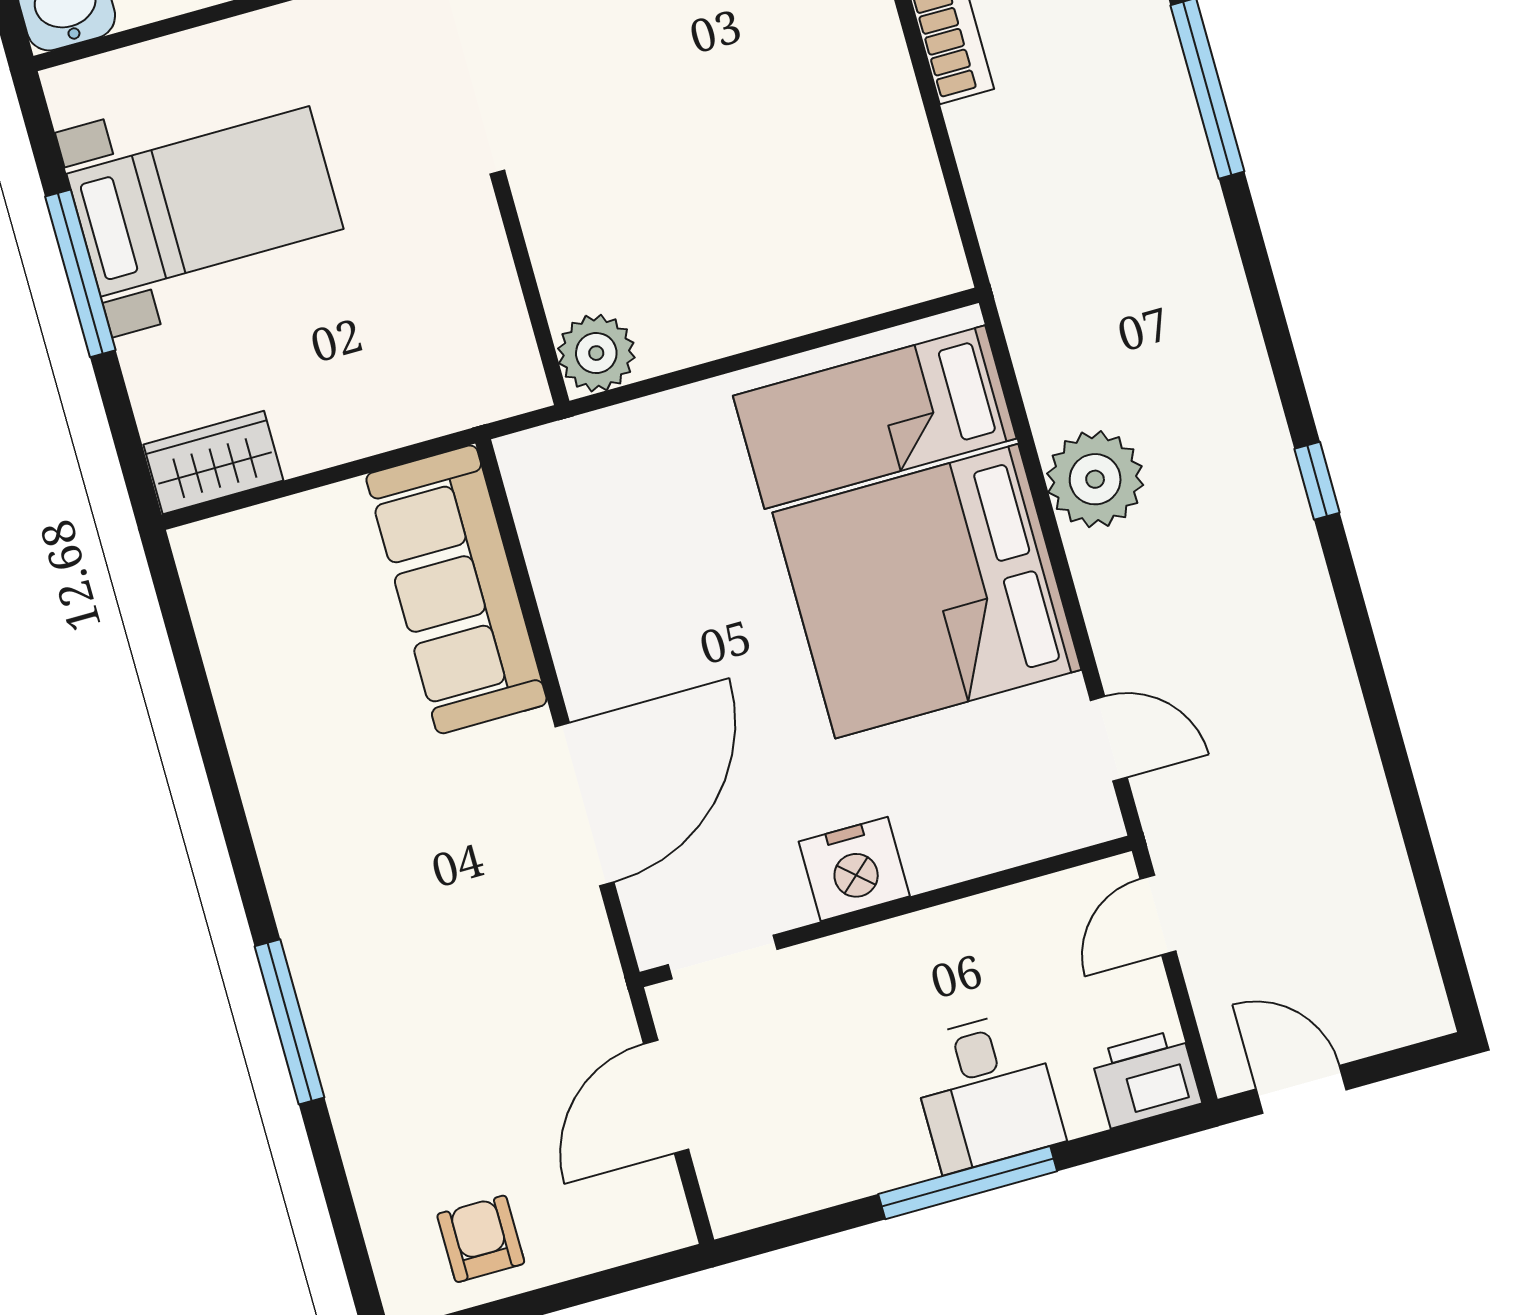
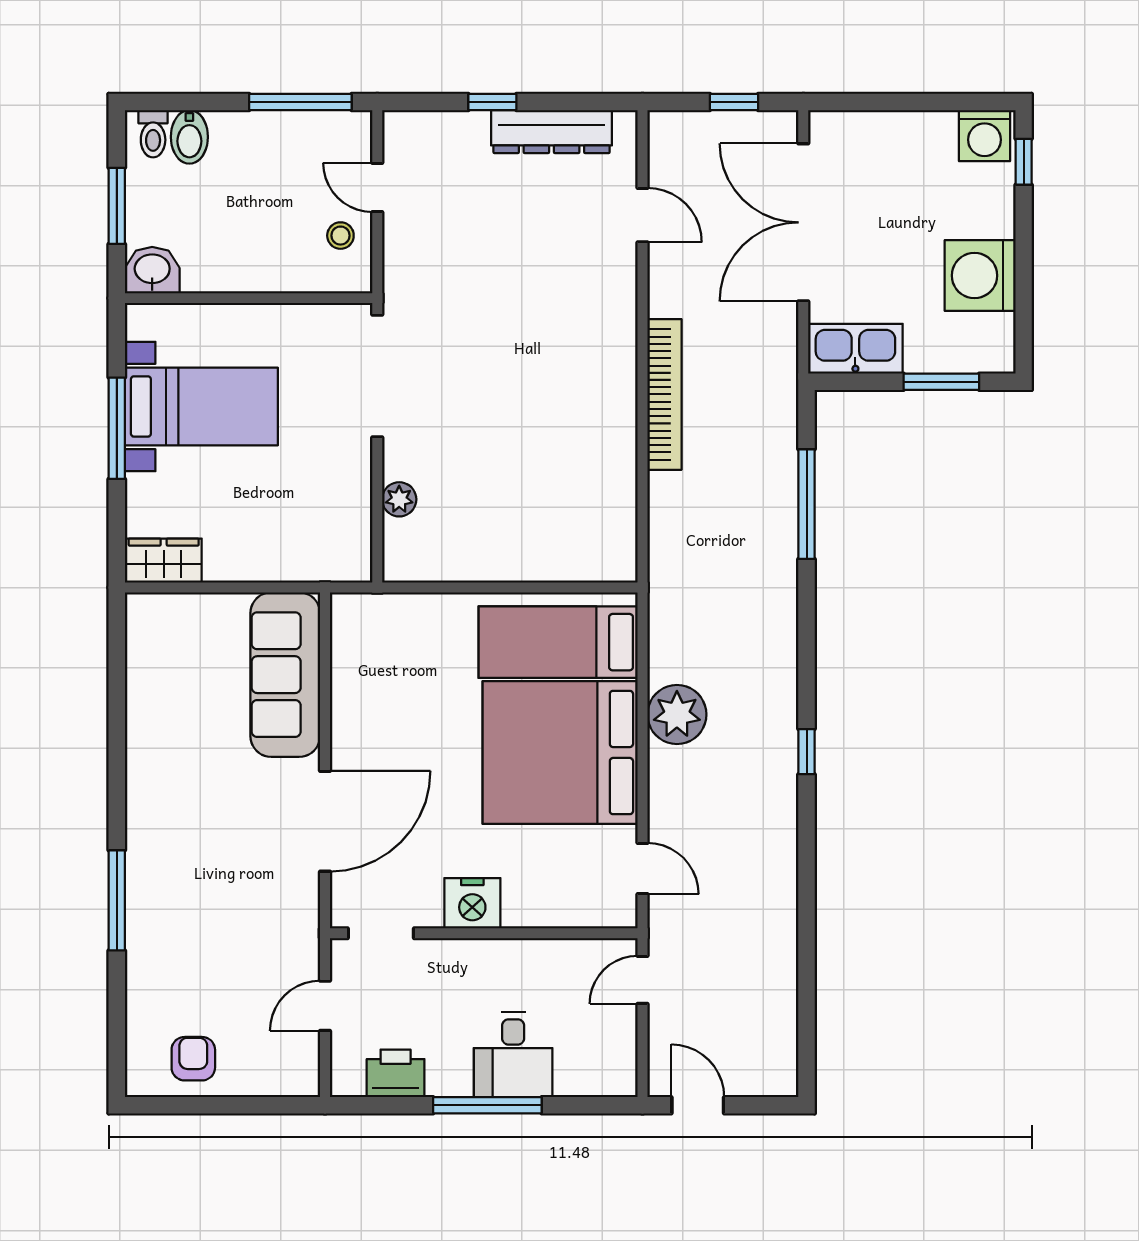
plant: (596, 353) -> (399, 499), moved, width x0.73, depth x0.73
printer: (1146, 1078) -> (396, 1073), moved
door: (666, 1097) -> (325, 1006), width x0.73

